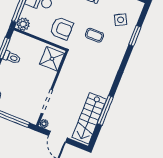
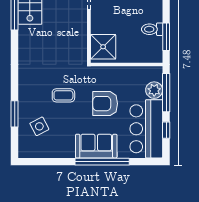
plant: (23, 24) -> (154, 90), moved
armchair: (62, 28) -> (105, 104), moved

